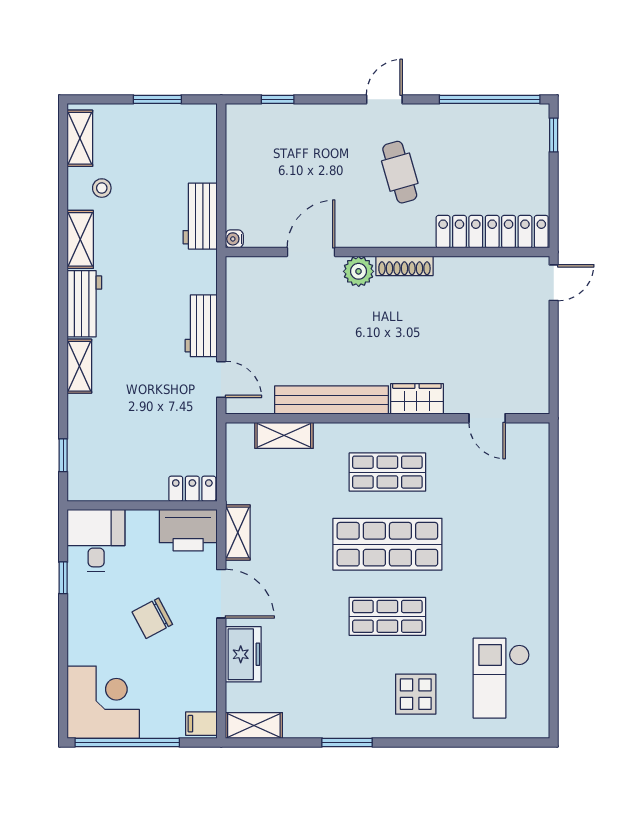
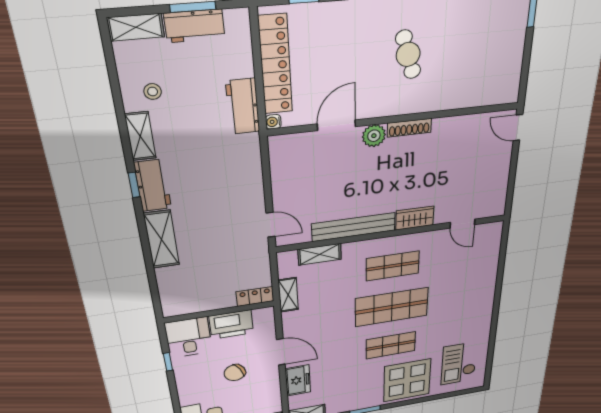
shelving: (80, 138) -> (136, 27), moved, turned 90
locker: (492, 232) -> (276, 65), moved, turned 90
door: (554, 283) -> (518, 128), swing flipped
workbench: (201, 326) -> (194, 26), moved, turned -90
shelving: (79, 366) -> (162, 239), width x1.50, depth x1.33
window: (63, 455) -> (134, 185), moved
printer: (188, 530) -> (231, 325), moved
shelving: (238, 533) -> (288, 295), moved
display table: (416, 694) -> (407, 380), width x1.86, depth x1.86

